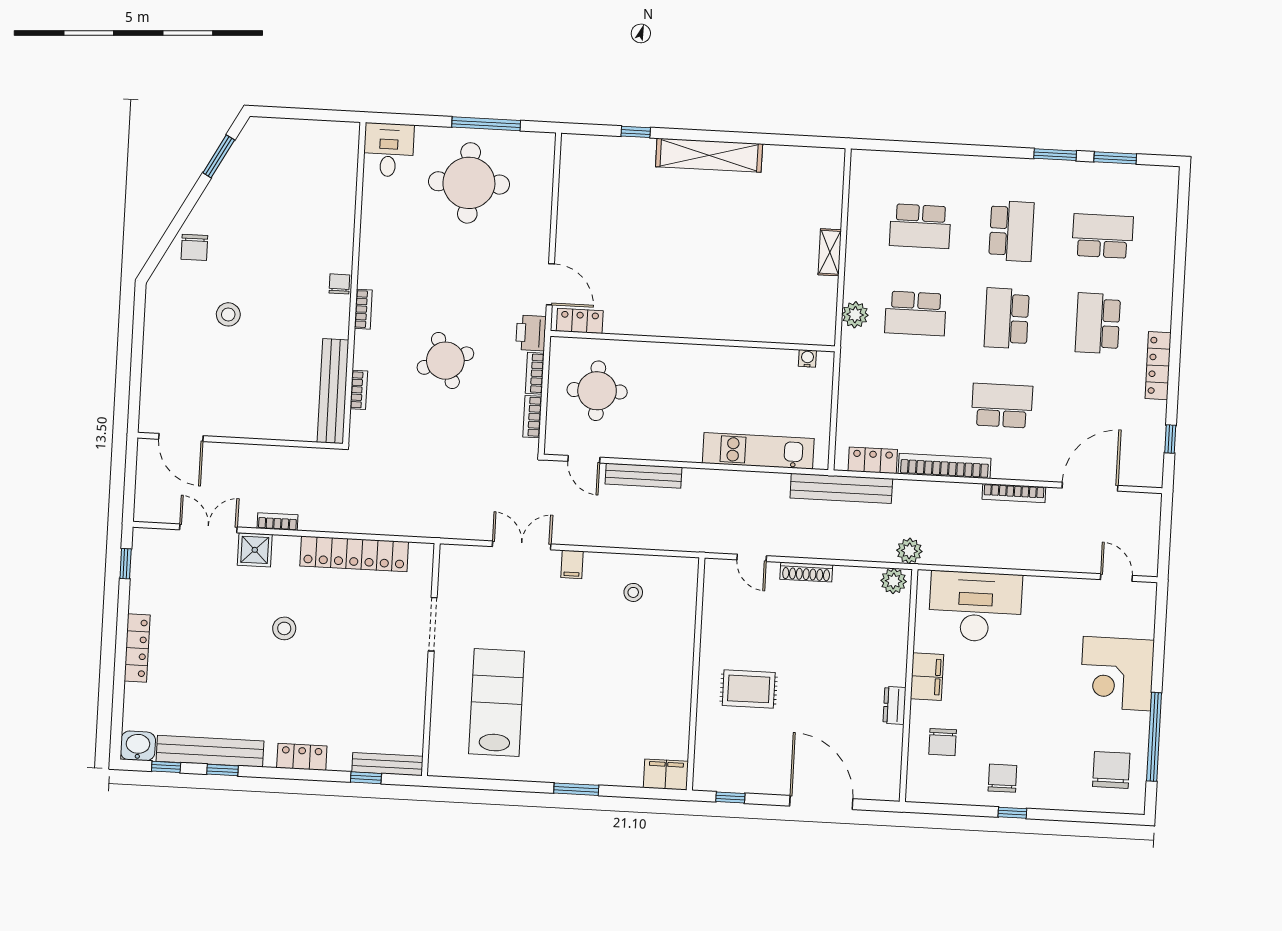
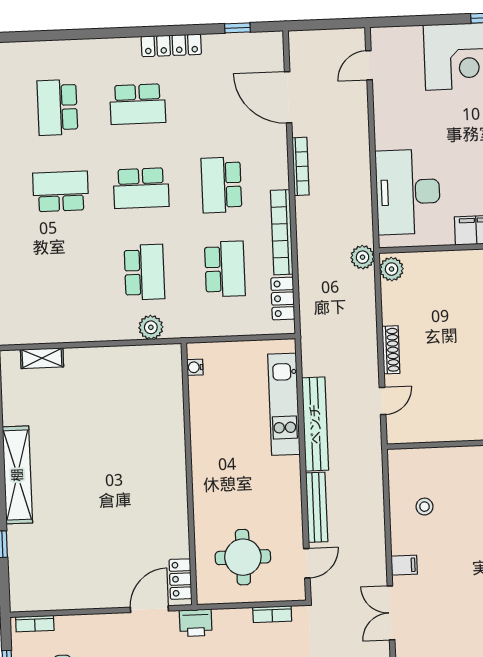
school desk: (920, 226) -> (225, 269), moved
shelving: (830, 252) -> (42, 358), moved
bookcase: (535, 373) -> (35, 624), moved
bench: (841, 488) -> (315, 424), moved

